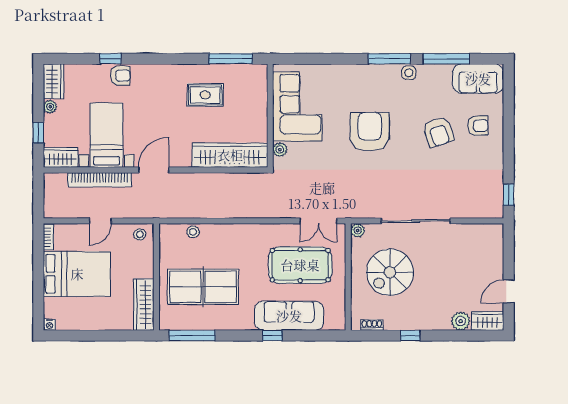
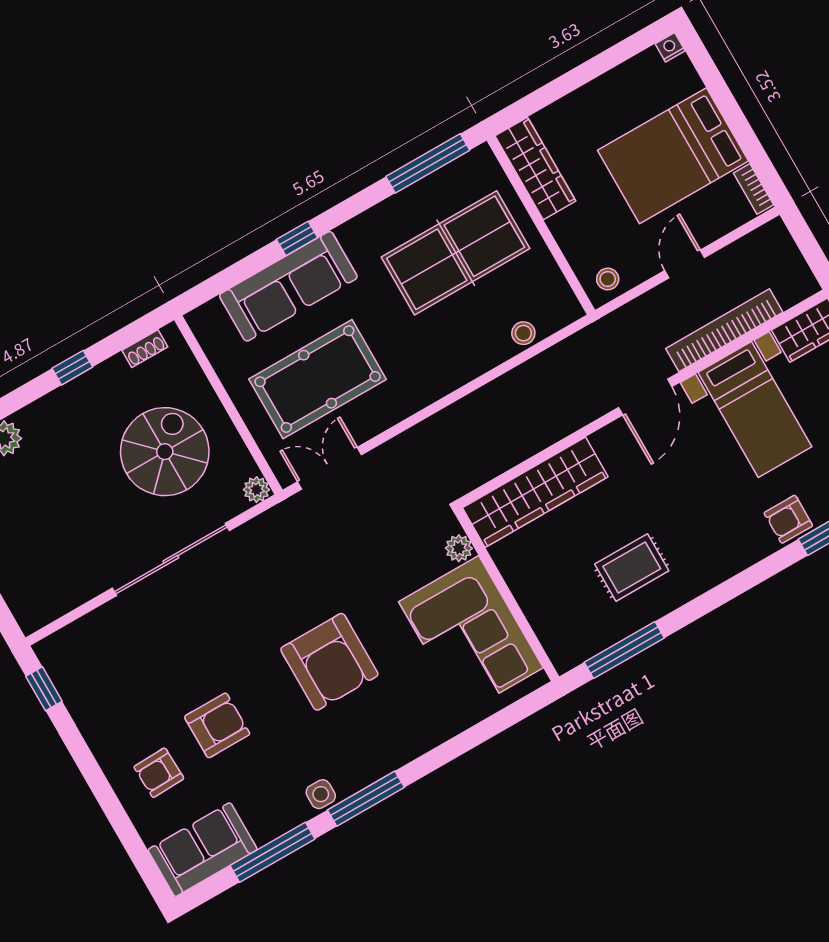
armchair: (438, 132) -> (217, 725), turned 109

